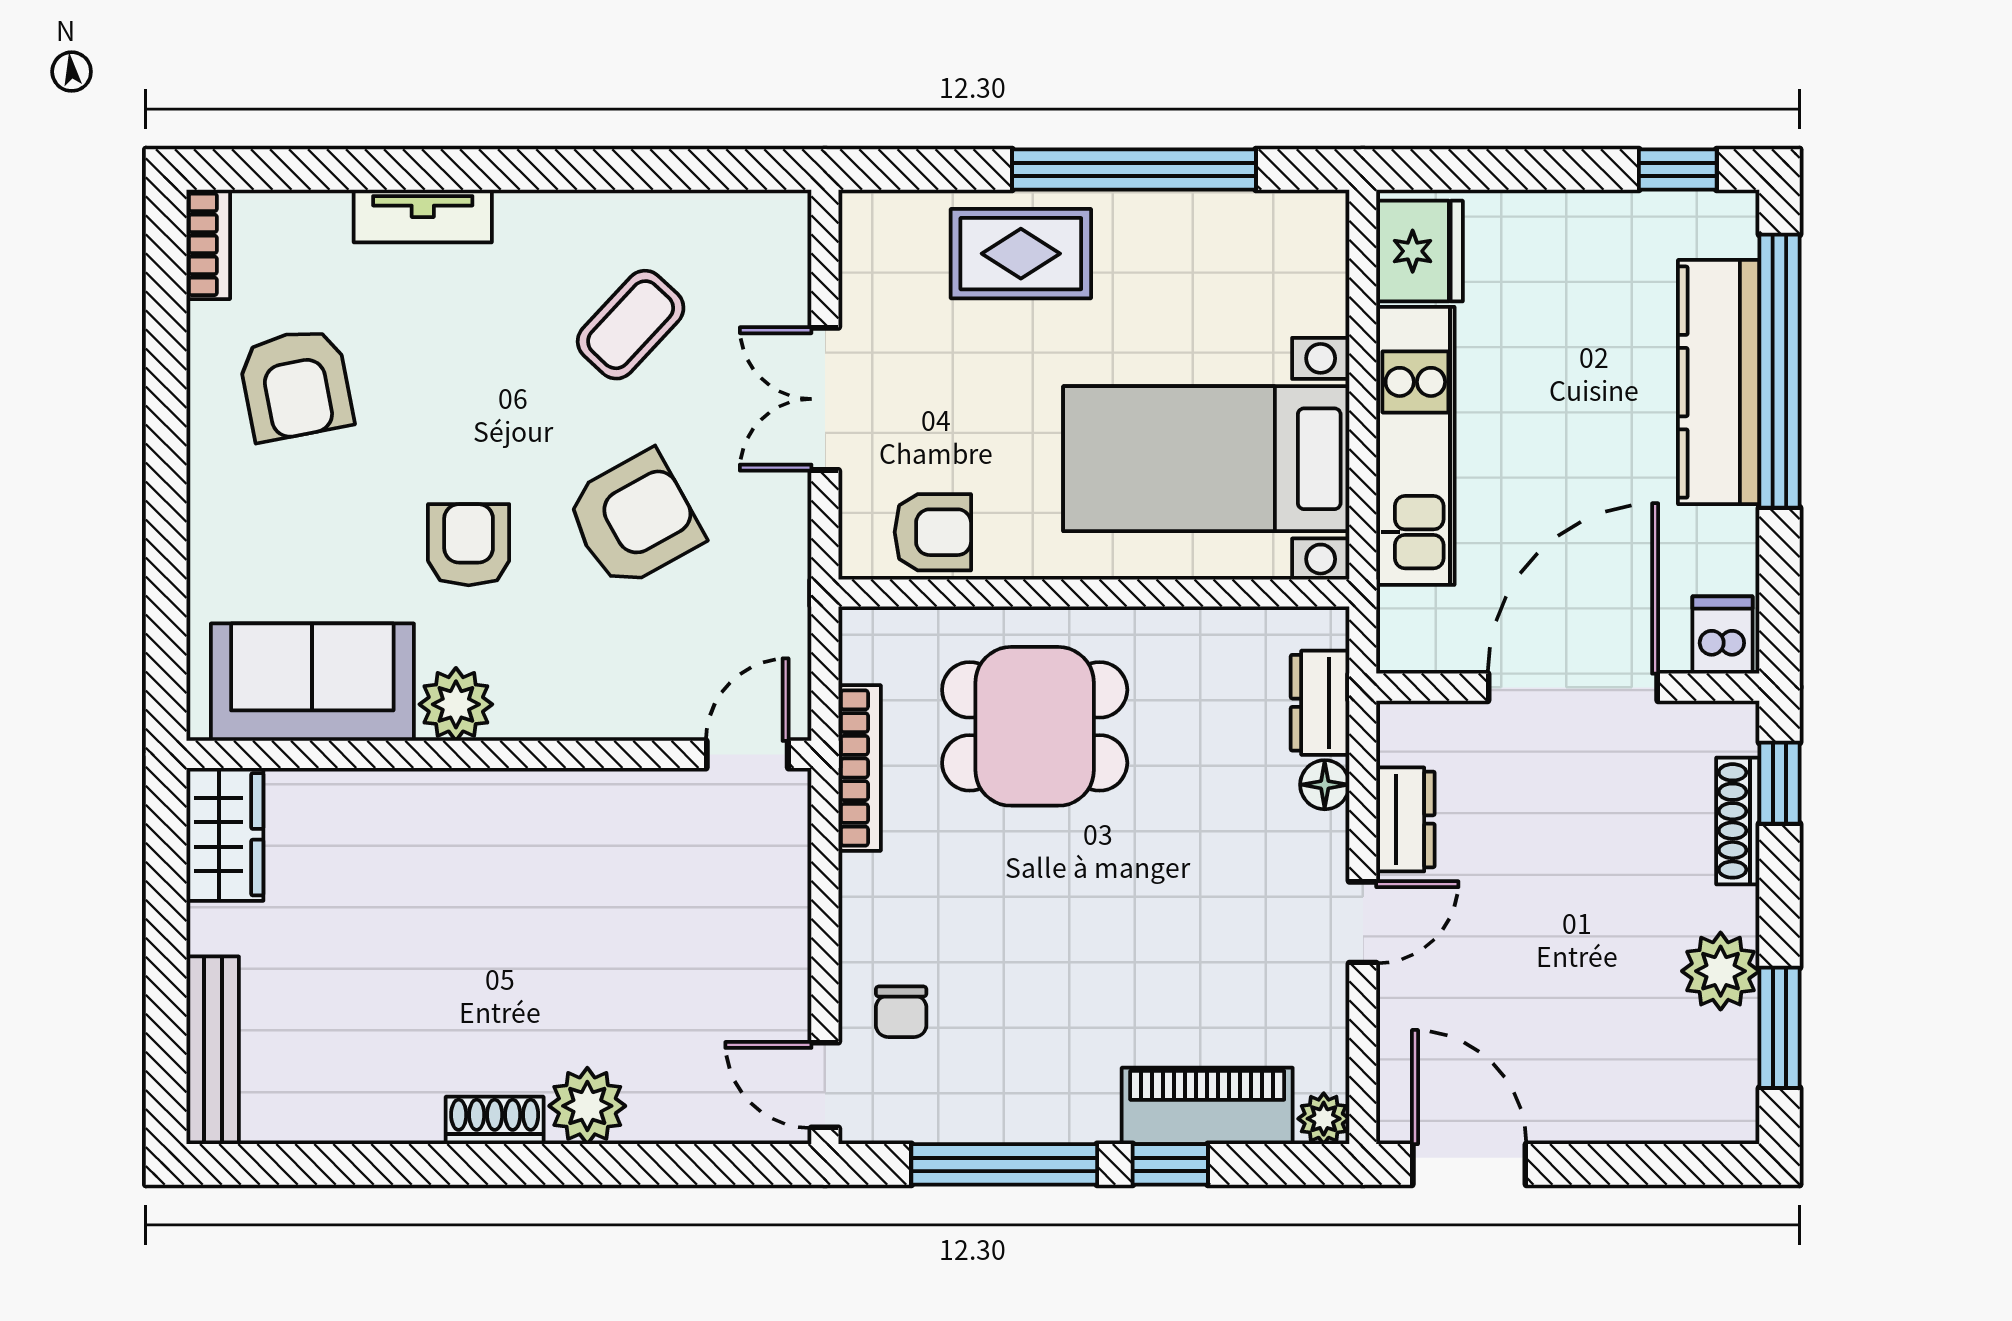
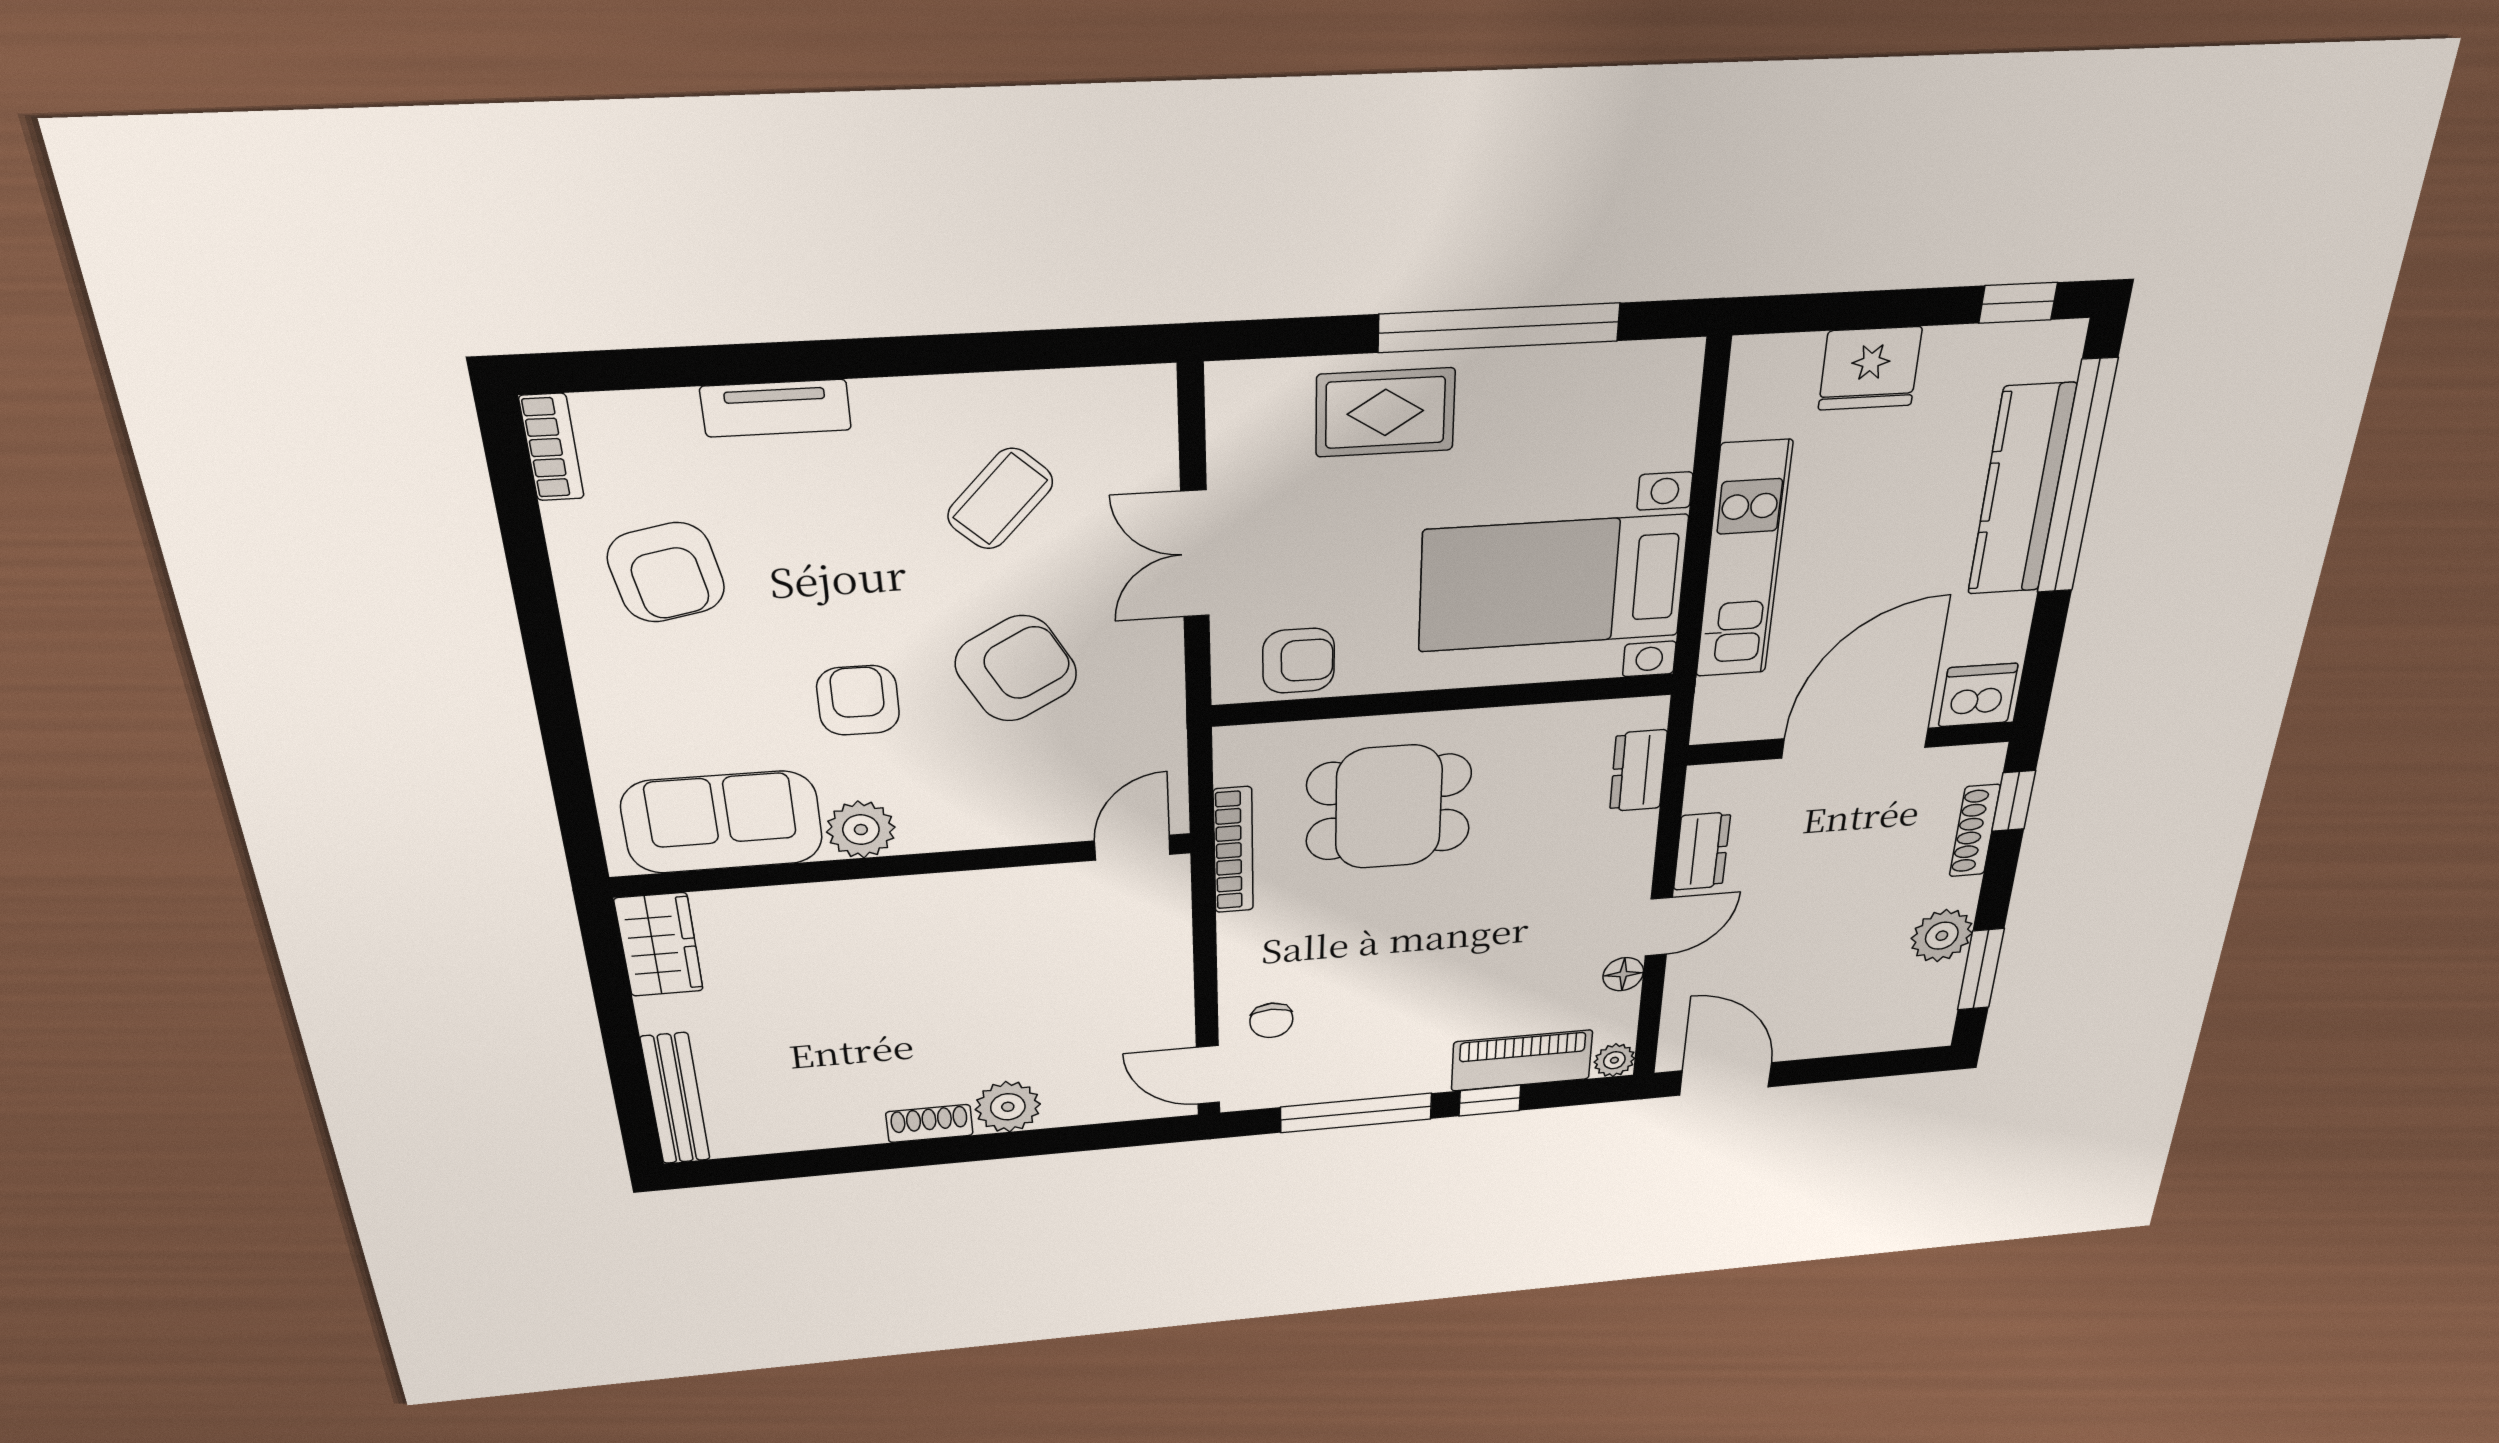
fridge: (1419, 251) -> (1870, 368), moved, turned 90
dishwasher: (1722, 635) -> (1978, 695), width x1.38
floor lamp: (1325, 785) -> (1623, 974), moved

